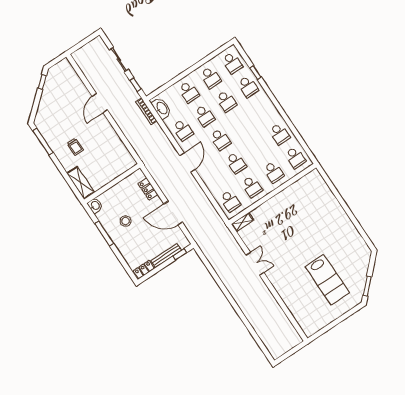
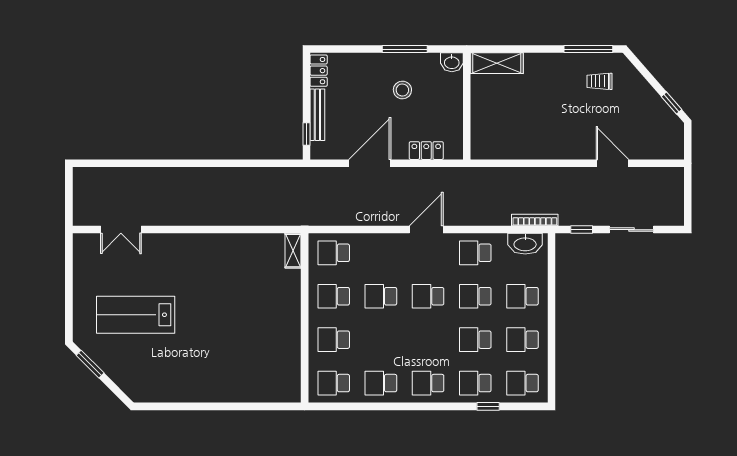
door: (100, 103) -> (613, 163), moved
school desk: (264, 110) -> (428, 383), added
trolley: (75, 147) -> (599, 81), moved
door: (187, 163) -> (426, 230), swing flipped
double door: (255, 264) -> (121, 230), moved

